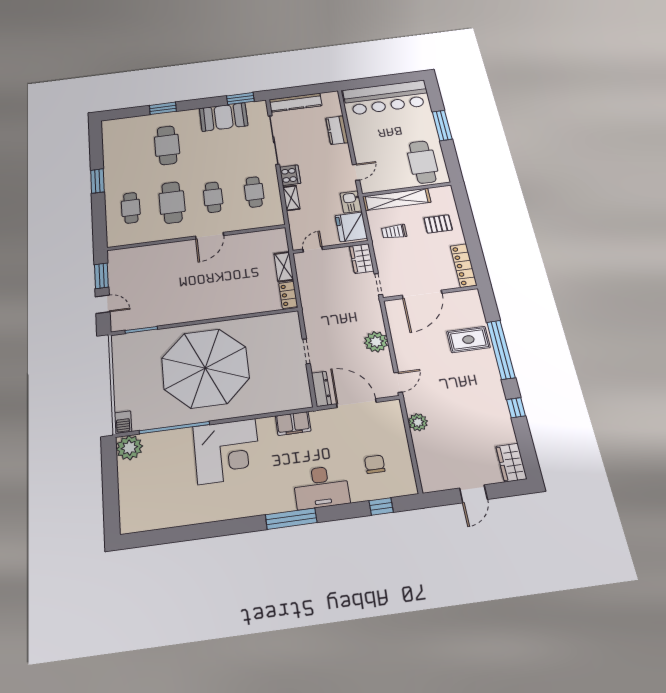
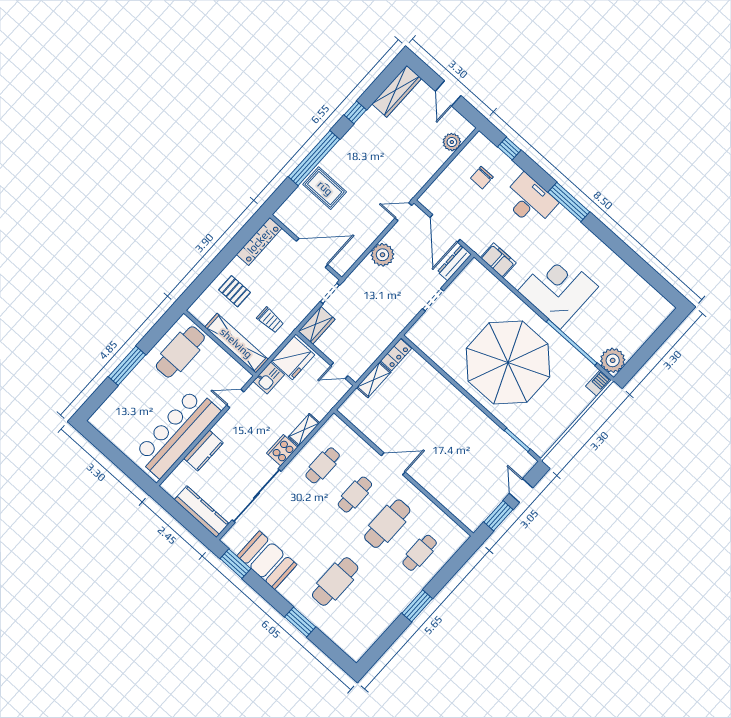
bar counter: (386, 98) -> (177, 433), moved, turned -90
plant: (418, 422) -> (452, 142), moved
wardrobe: (511, 463) -> (397, 91), width x1.50
door: (473, 494) -> (448, 93), swing flipped

